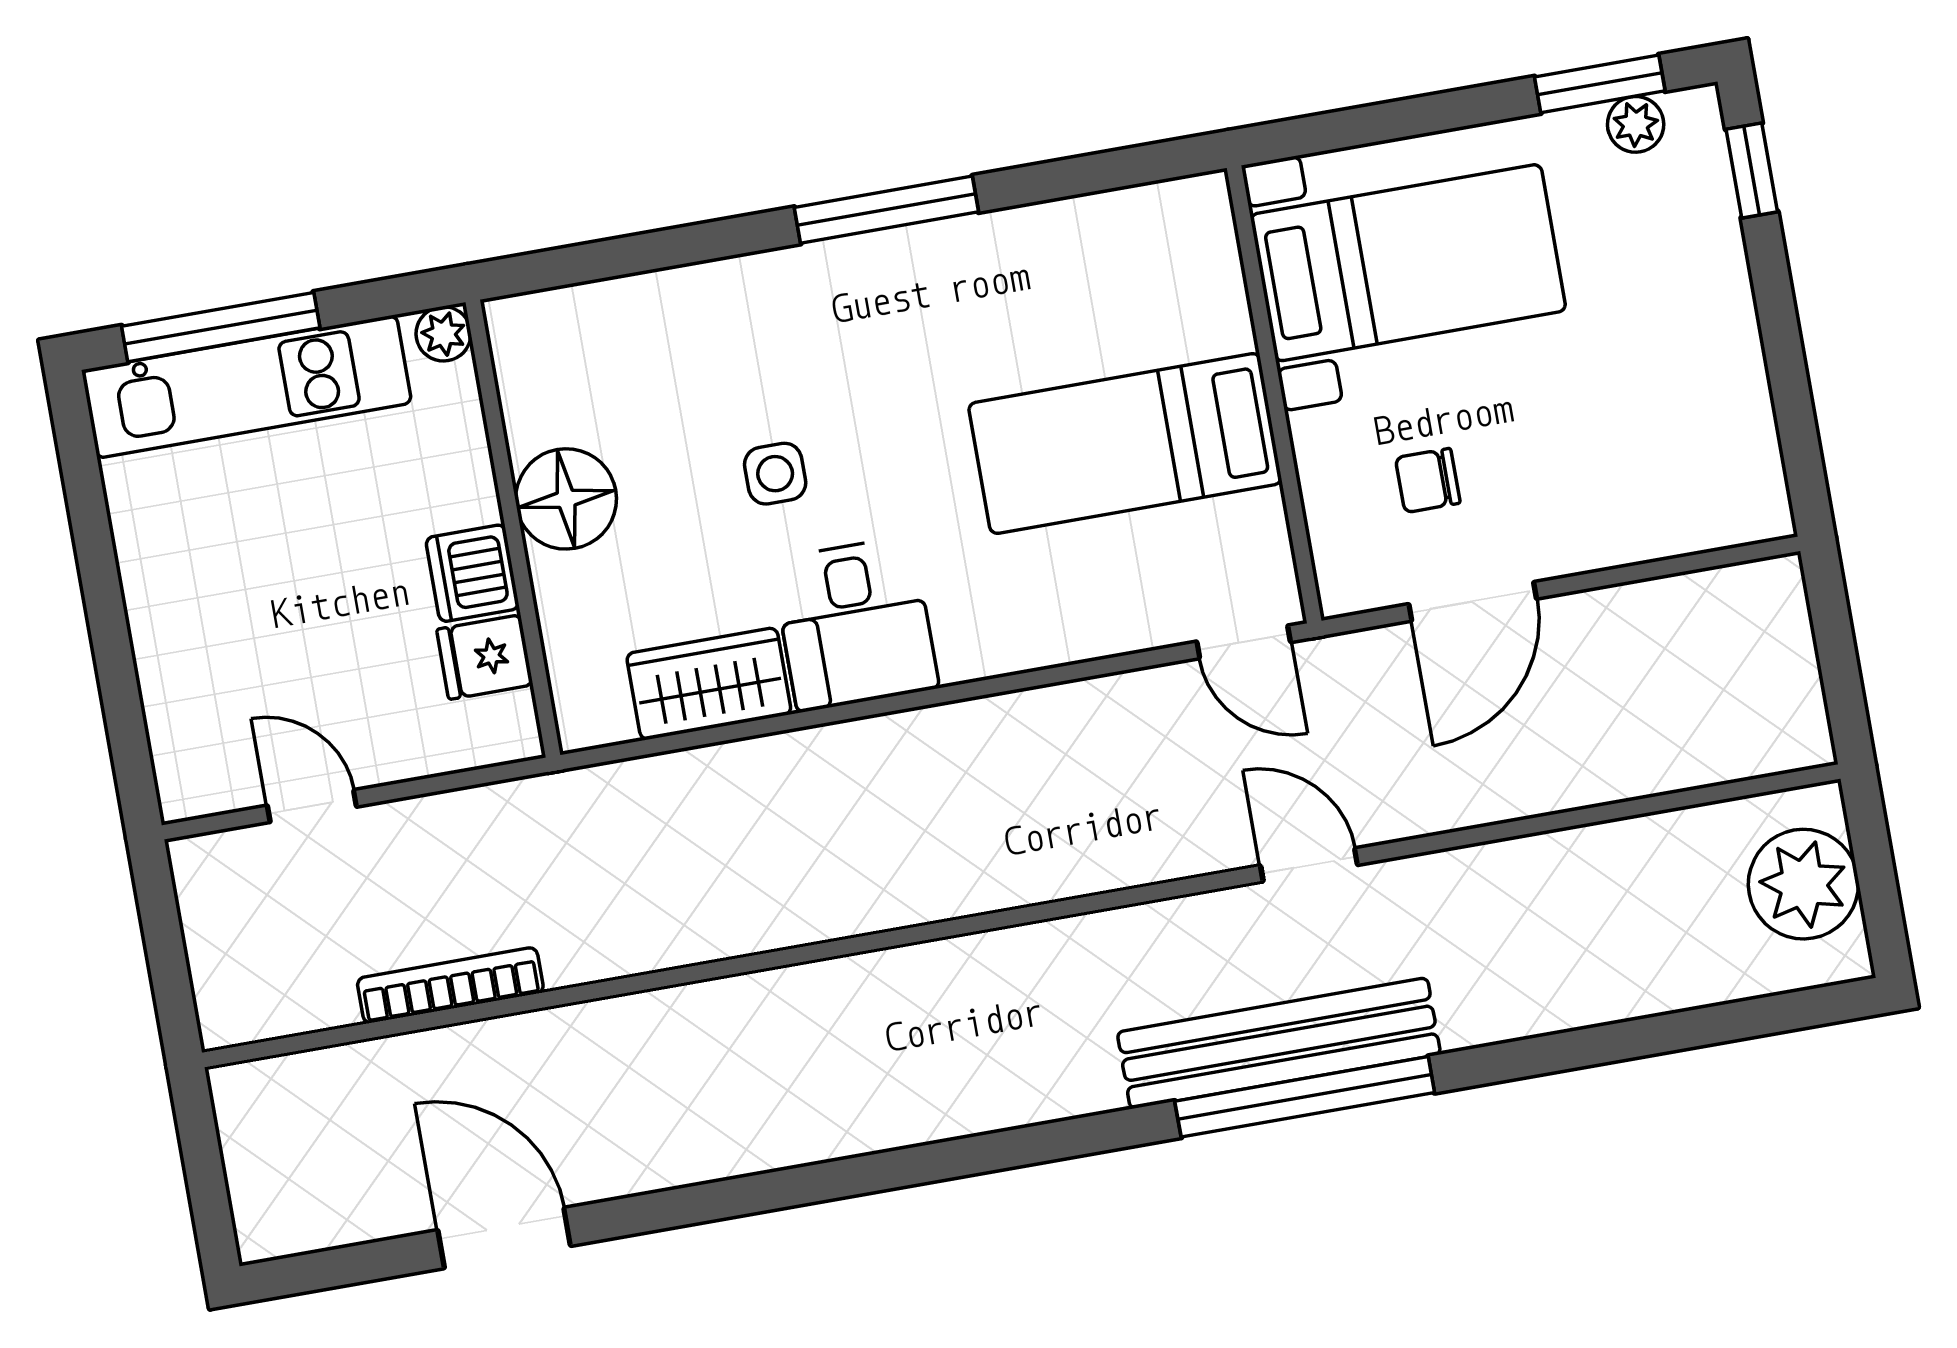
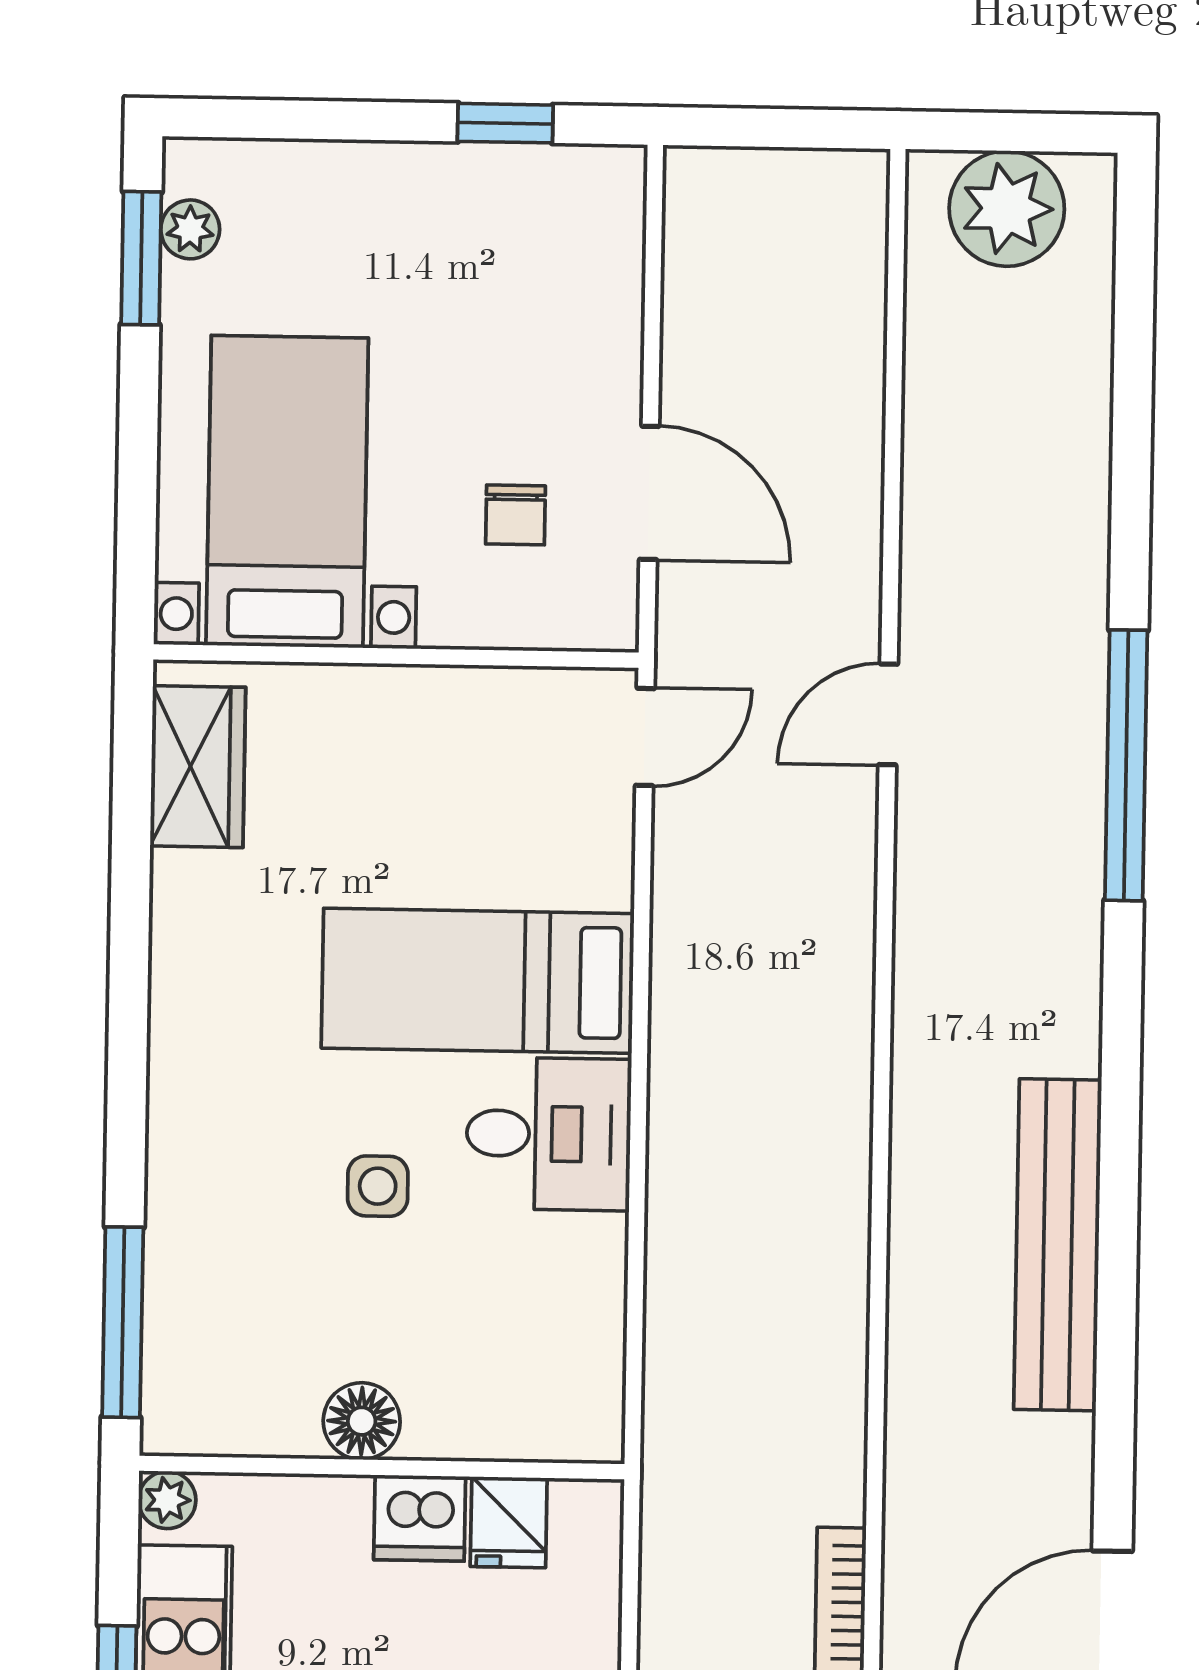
window: (1752, 170) -> (505, 123), moved
window: (886, 210) -> (123, 1322), moved
bed: (1125, 444) -> (478, 981), moved, turned 90
floor lamp: (566, 499) -> (362, 1421), width x0.73, depth x0.73
wardrobe: (709, 684) -> (198, 767), moved, turned 180
bench: (1279, 1043) -> (1058, 1245), moved

